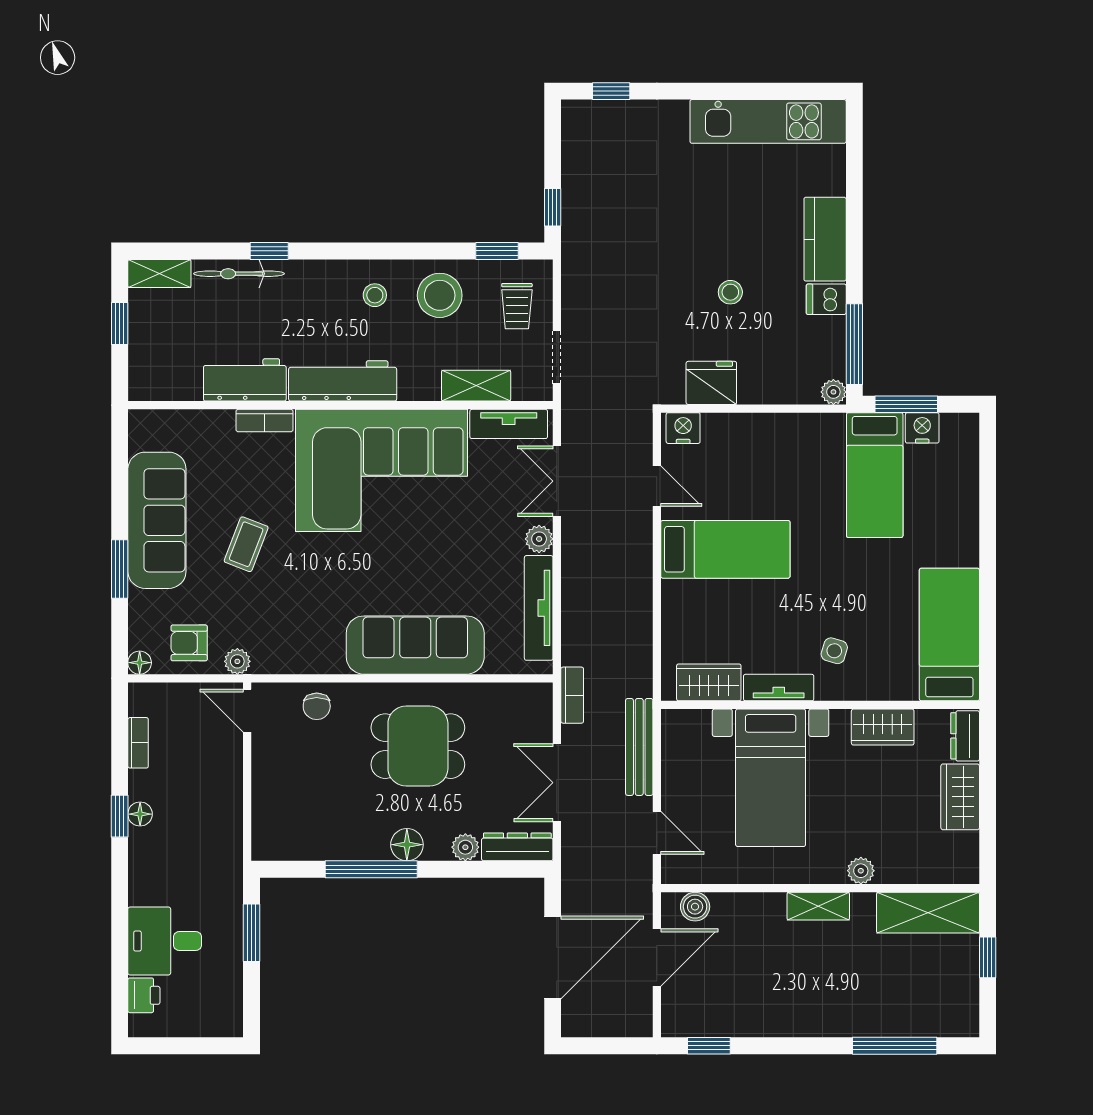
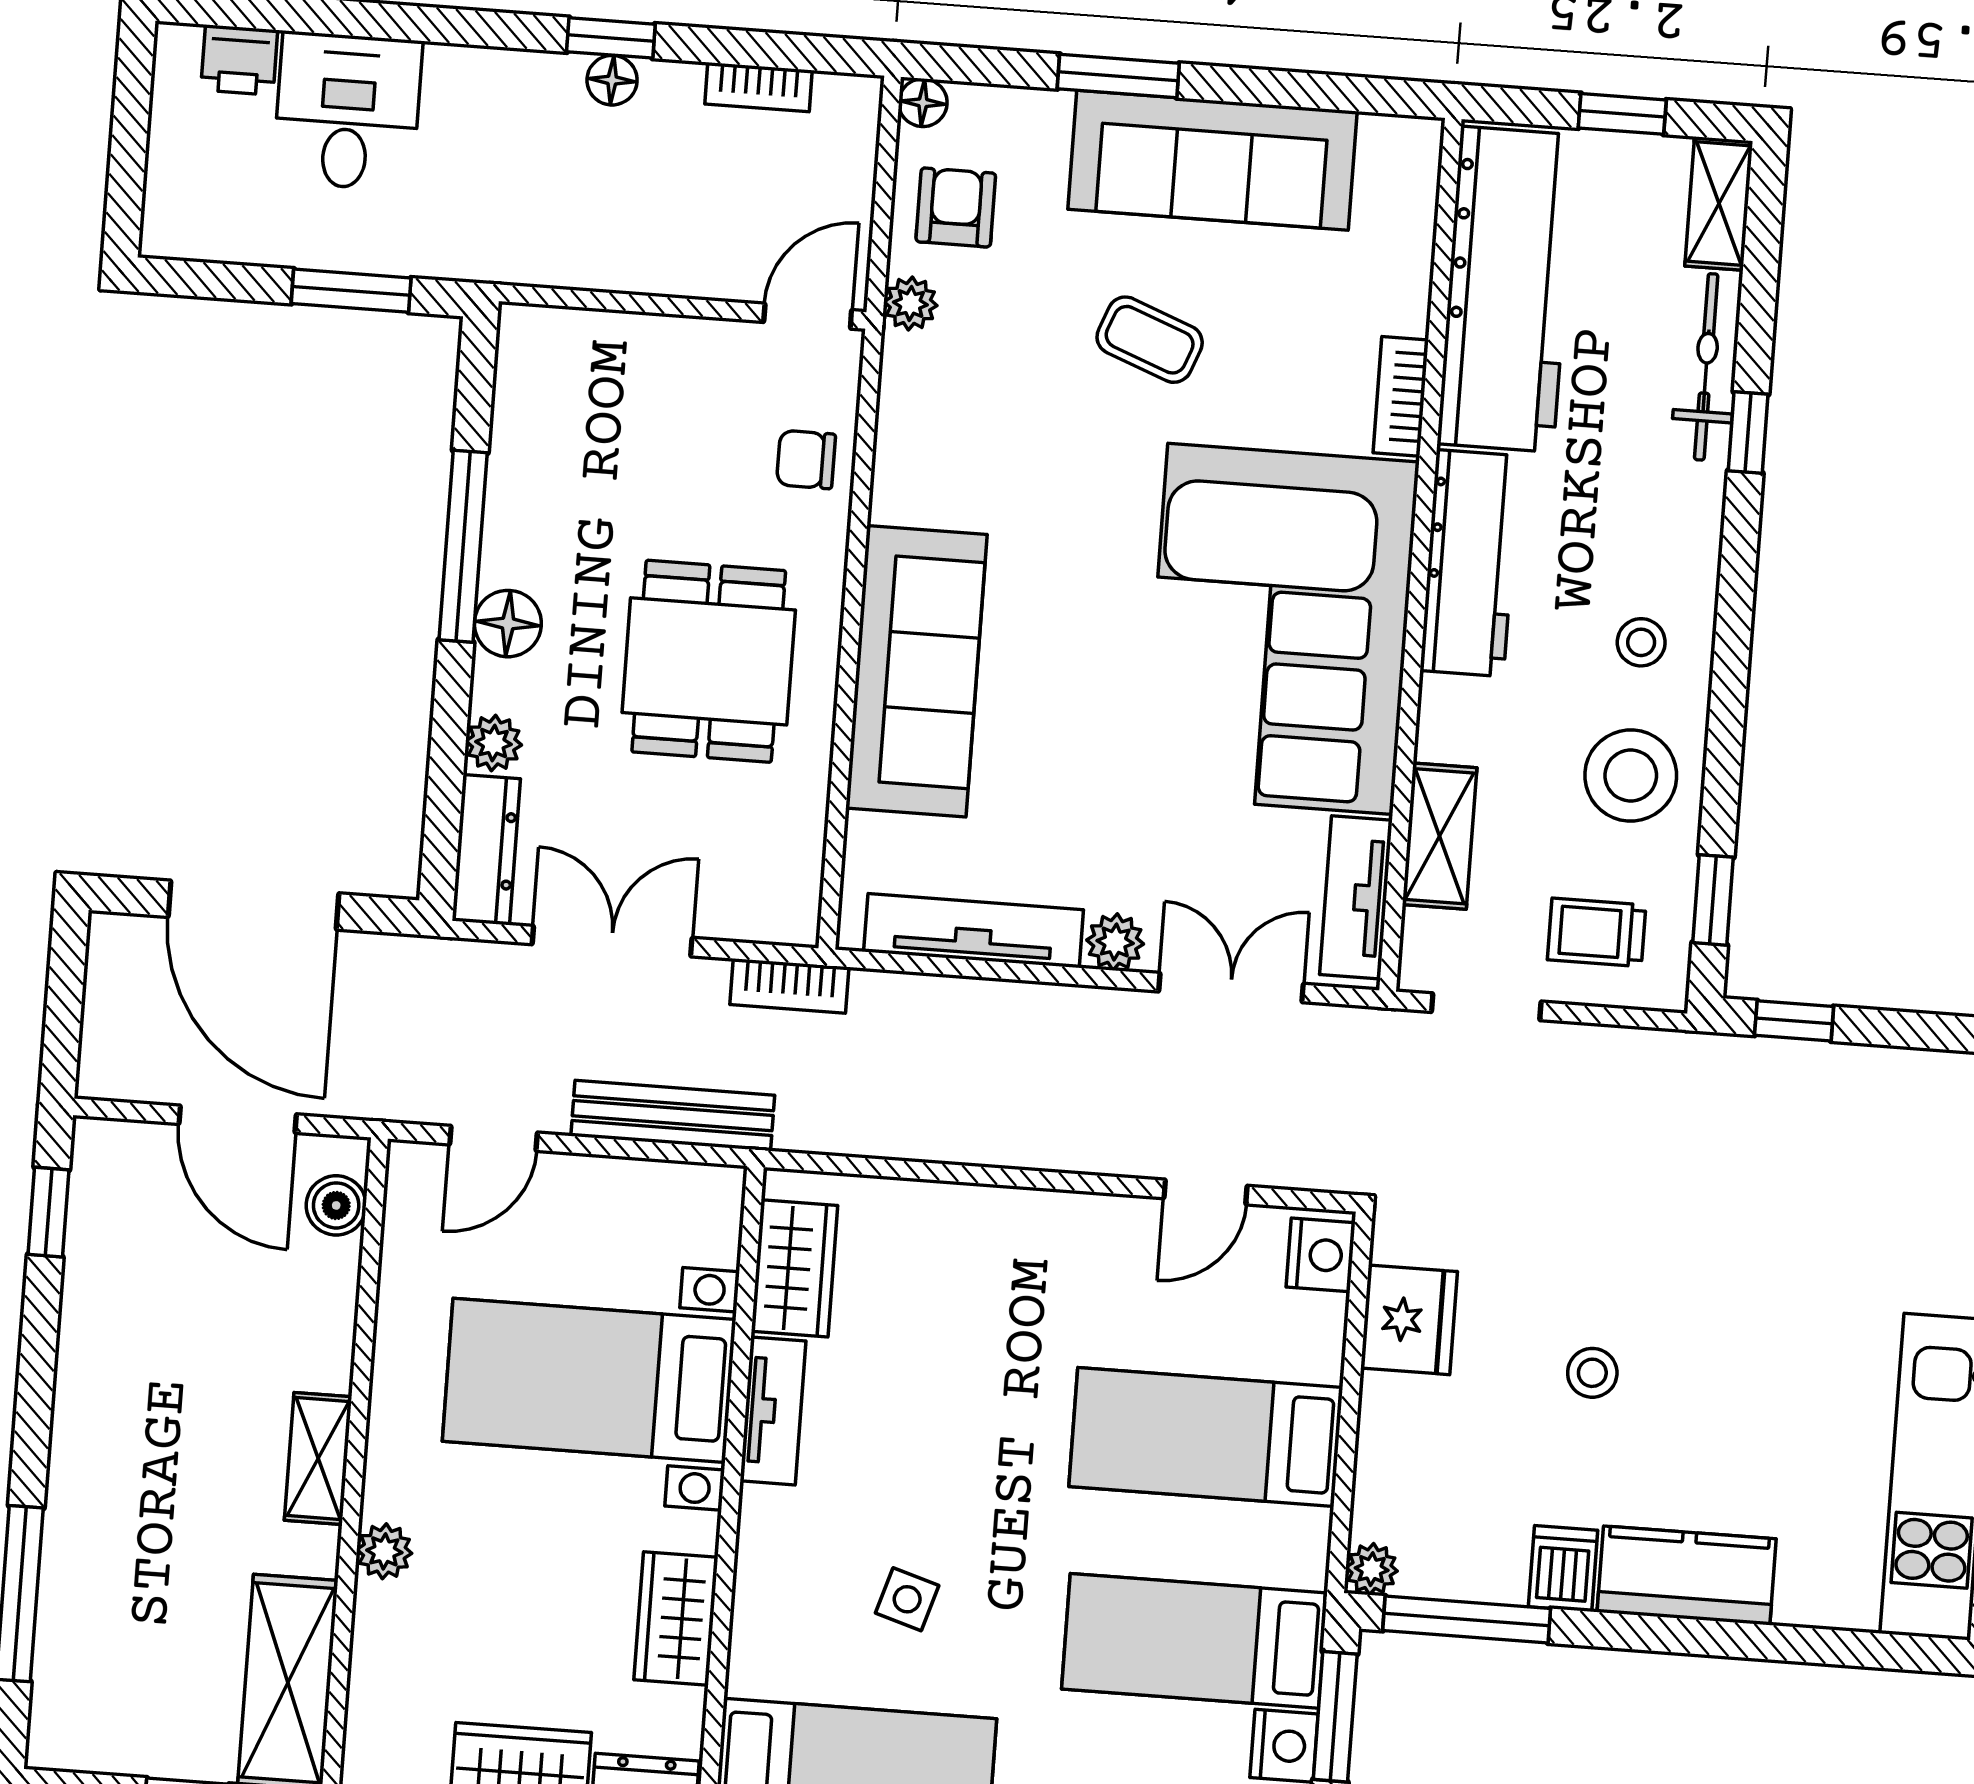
workbench: (245, 380) -> (1507, 289), width x1.88, depth x1.32
bed: (725, 549) -> (1206, 1437), moved, turned 90
side table: (834, 651) -> (907, 1599), moved

